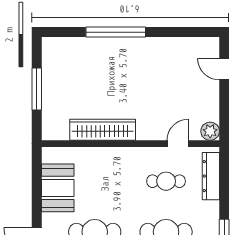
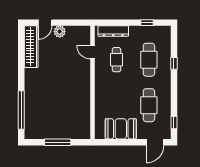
window: (116, 32) -> (21, 110), moved
wardrobe: (103, 130) -> (31, 47), moved, turned 180
plant: (210, 131) -> (60, 32), moved

